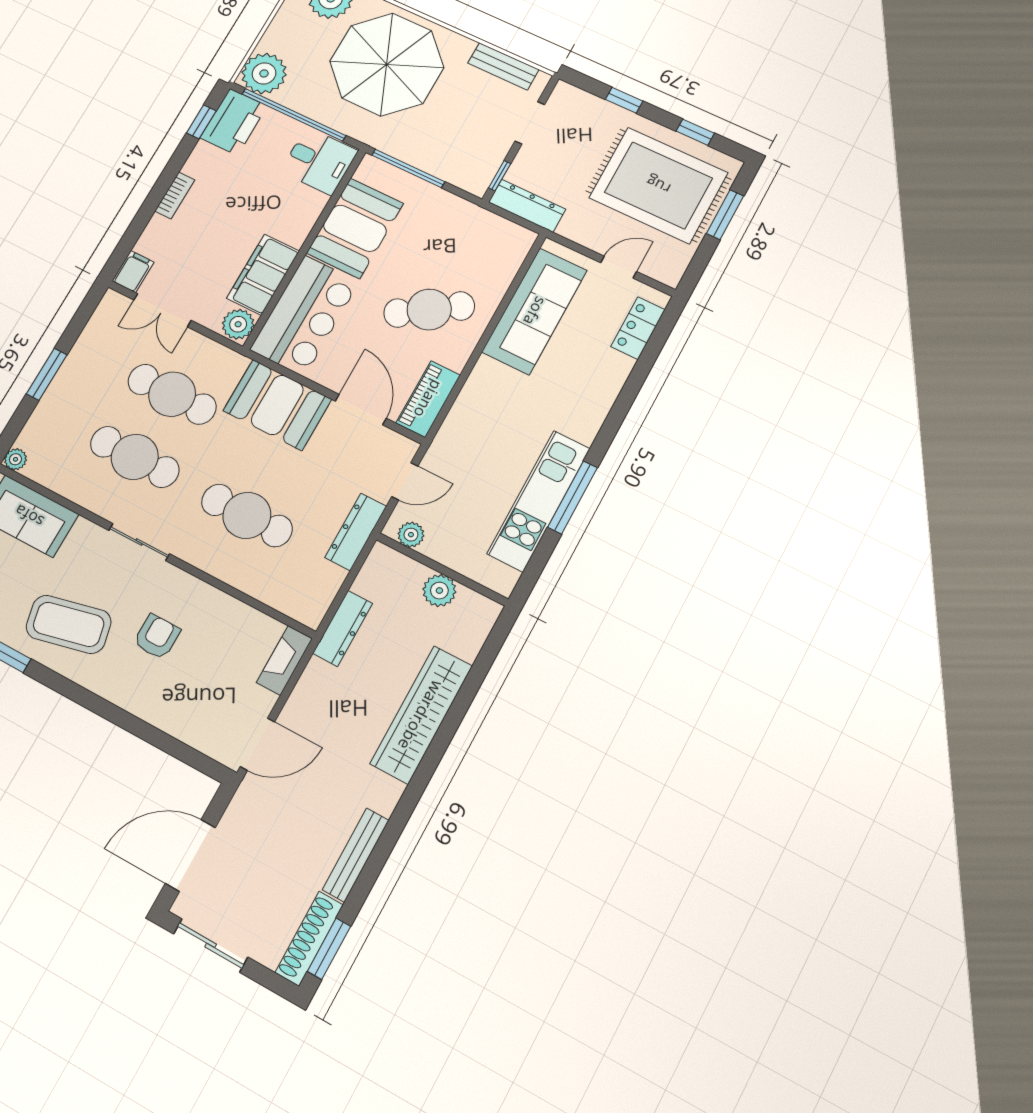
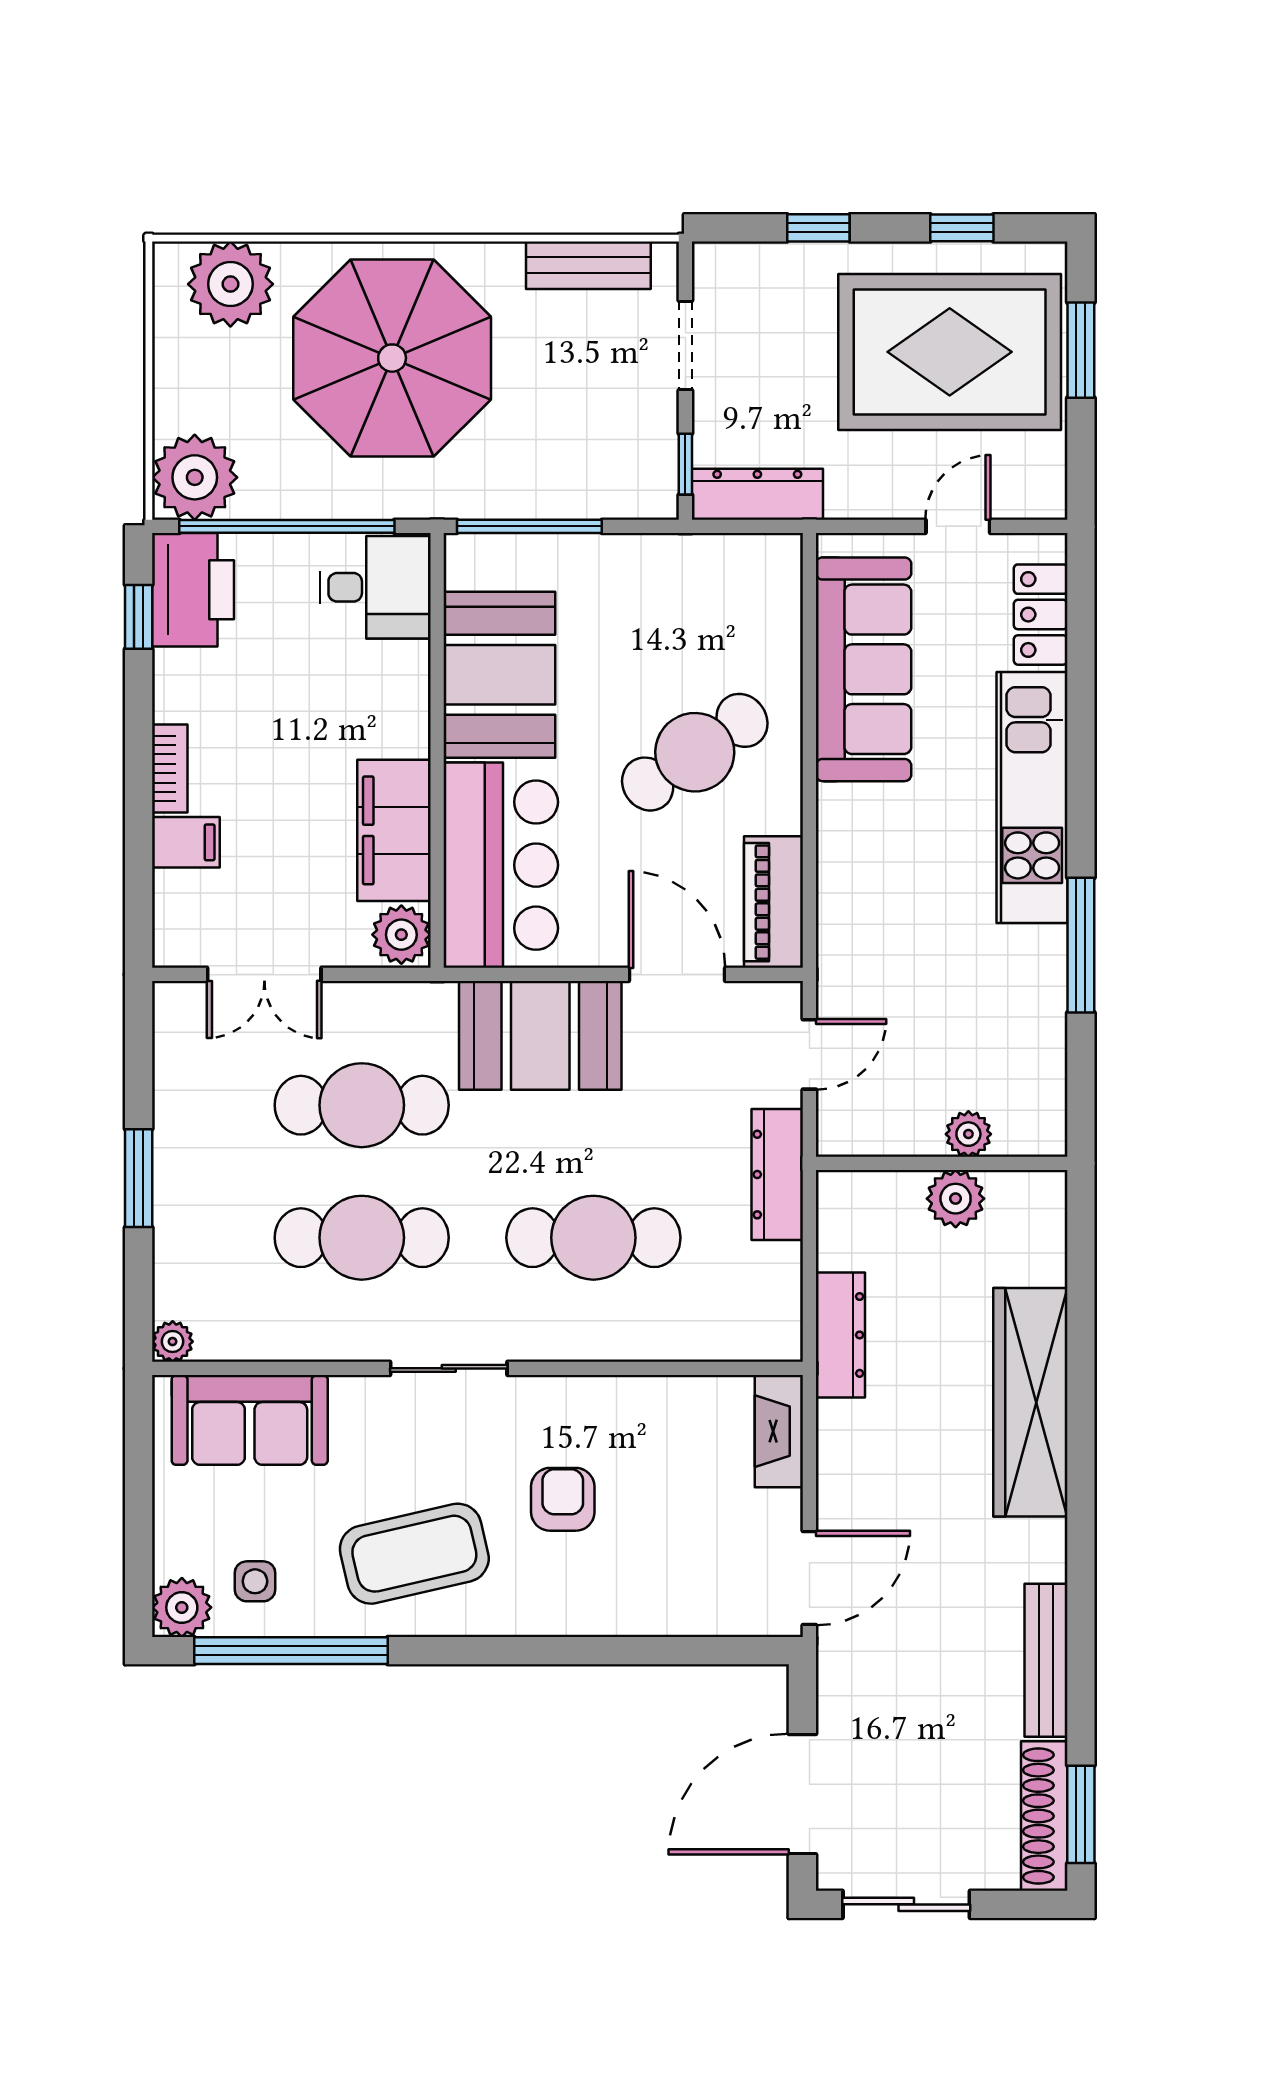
filing cabinet: (133, 272) -> (186, 842), moved, turned 90
kitchen unit: (539, 501) -> (1032, 798), moved
plant: (411, 535) -> (968, 1134), moved

